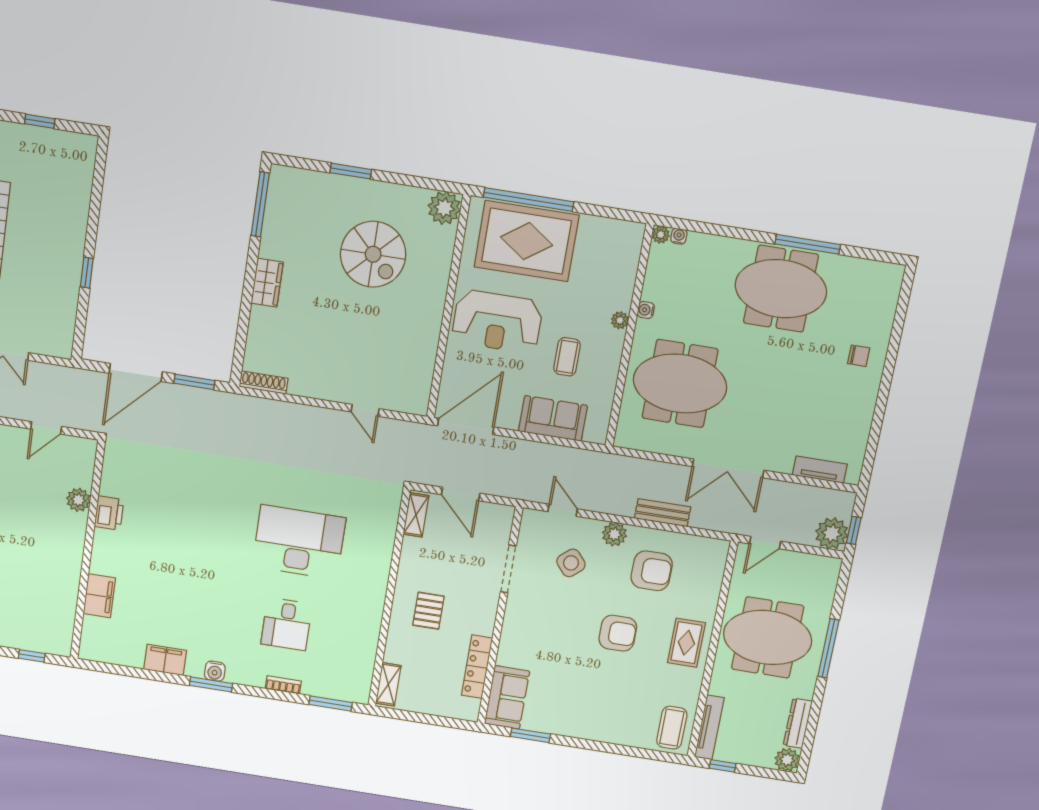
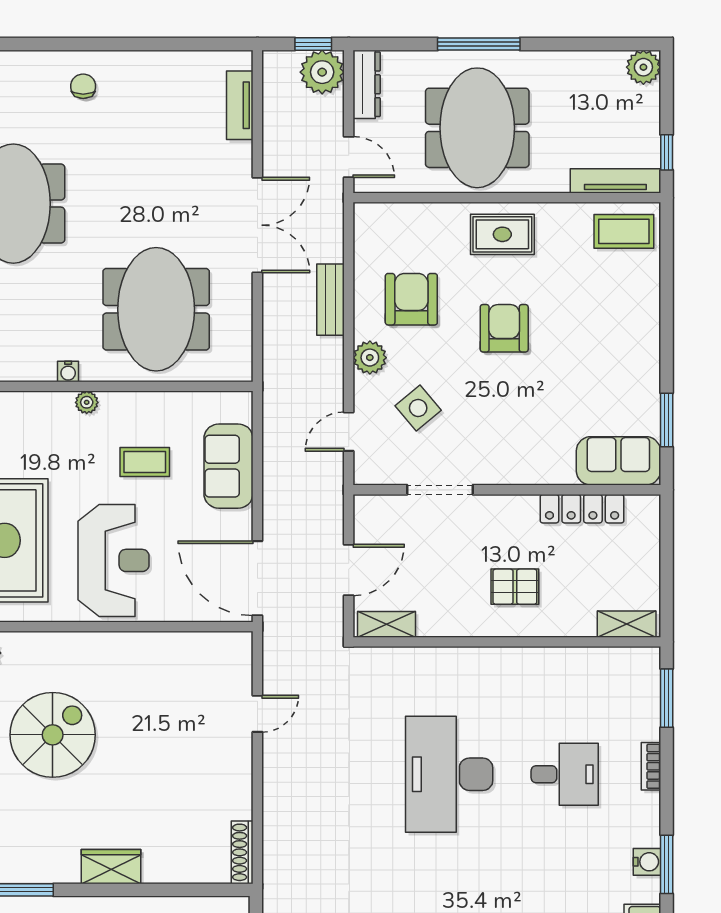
dresser: (798, 723) -> (367, 84), moved, turned -90

